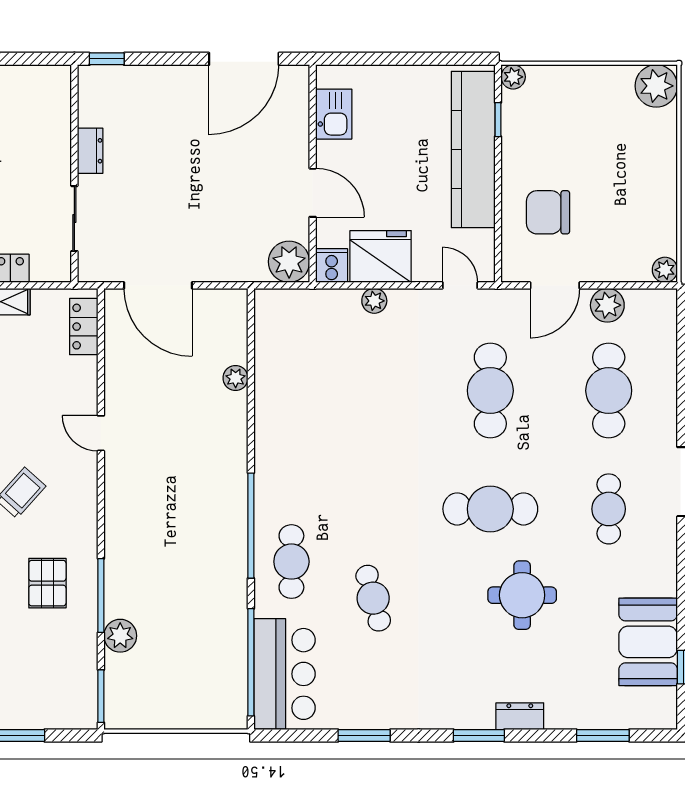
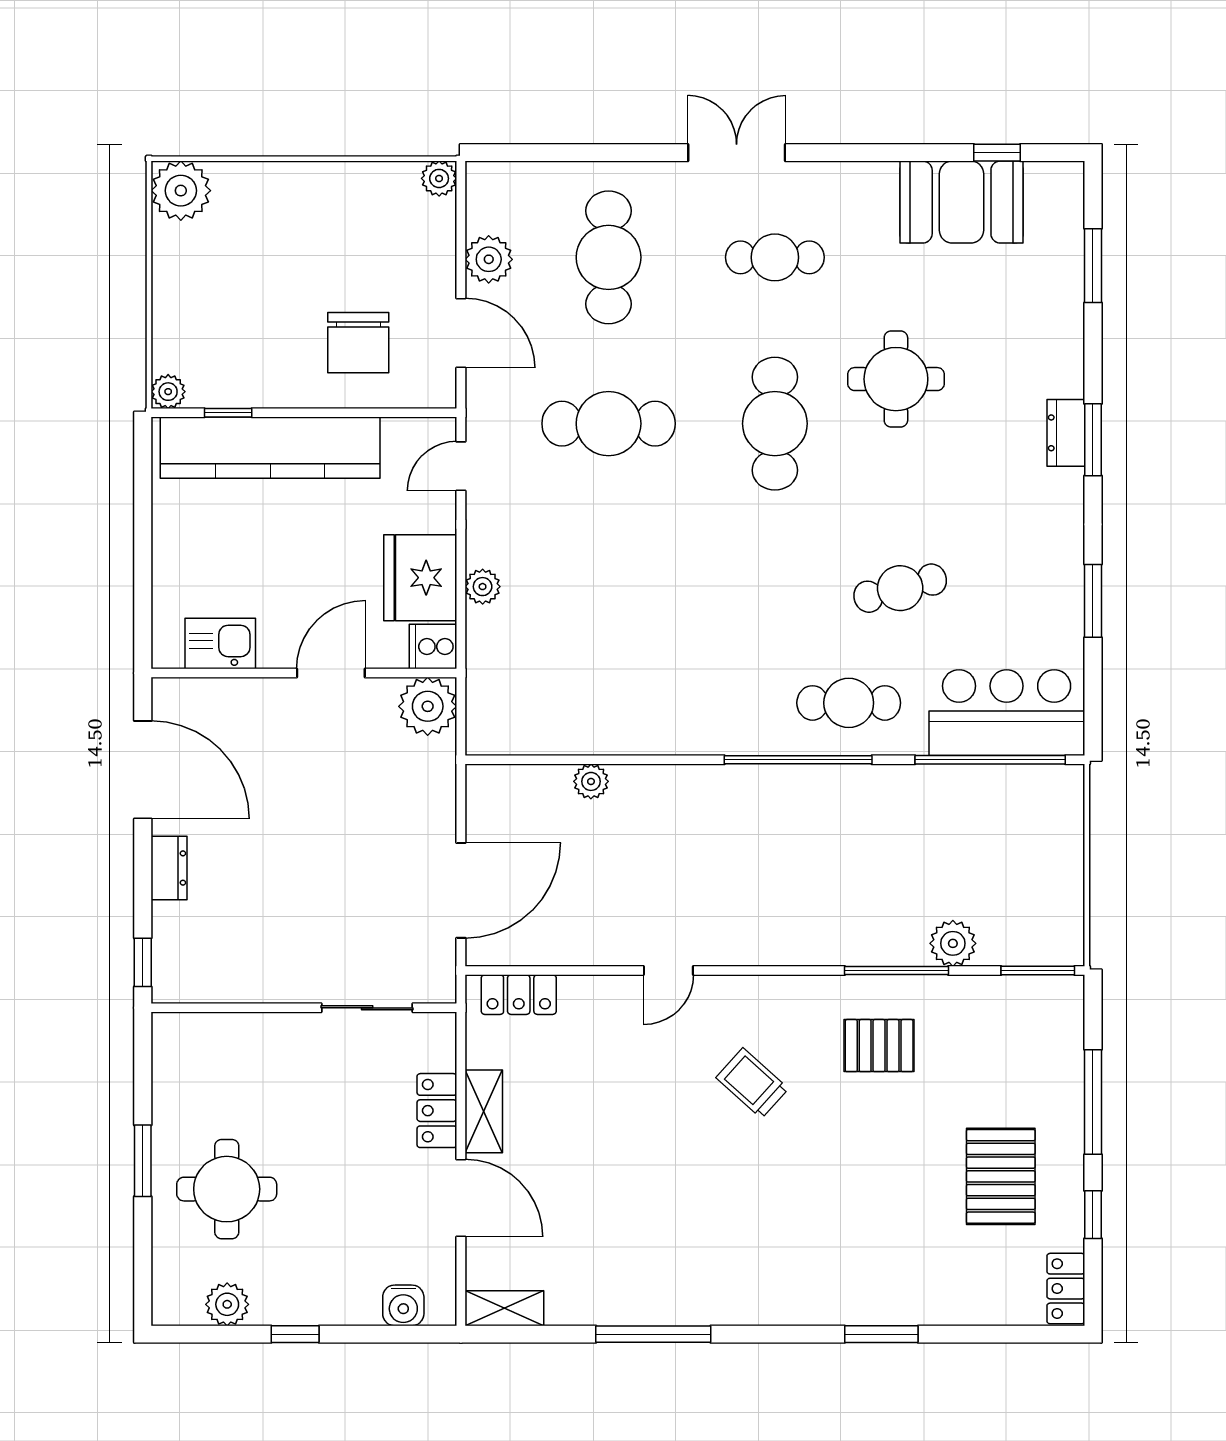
dresser: (90, 151) -> (169, 868), moved, turned 90
cafe table: (609, 391) -> (609, 257), turned 90
dresser: (520, 716) -> (1066, 433), moved

